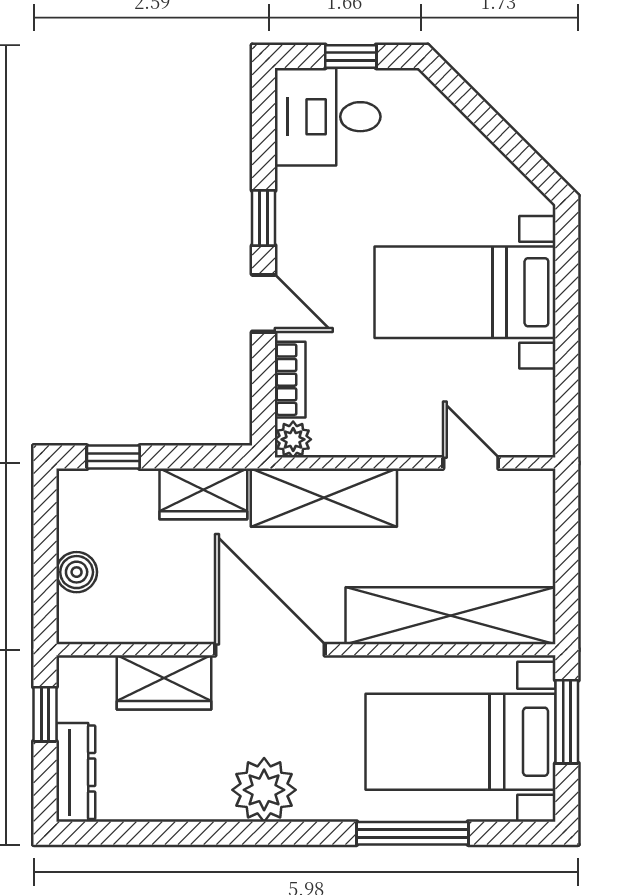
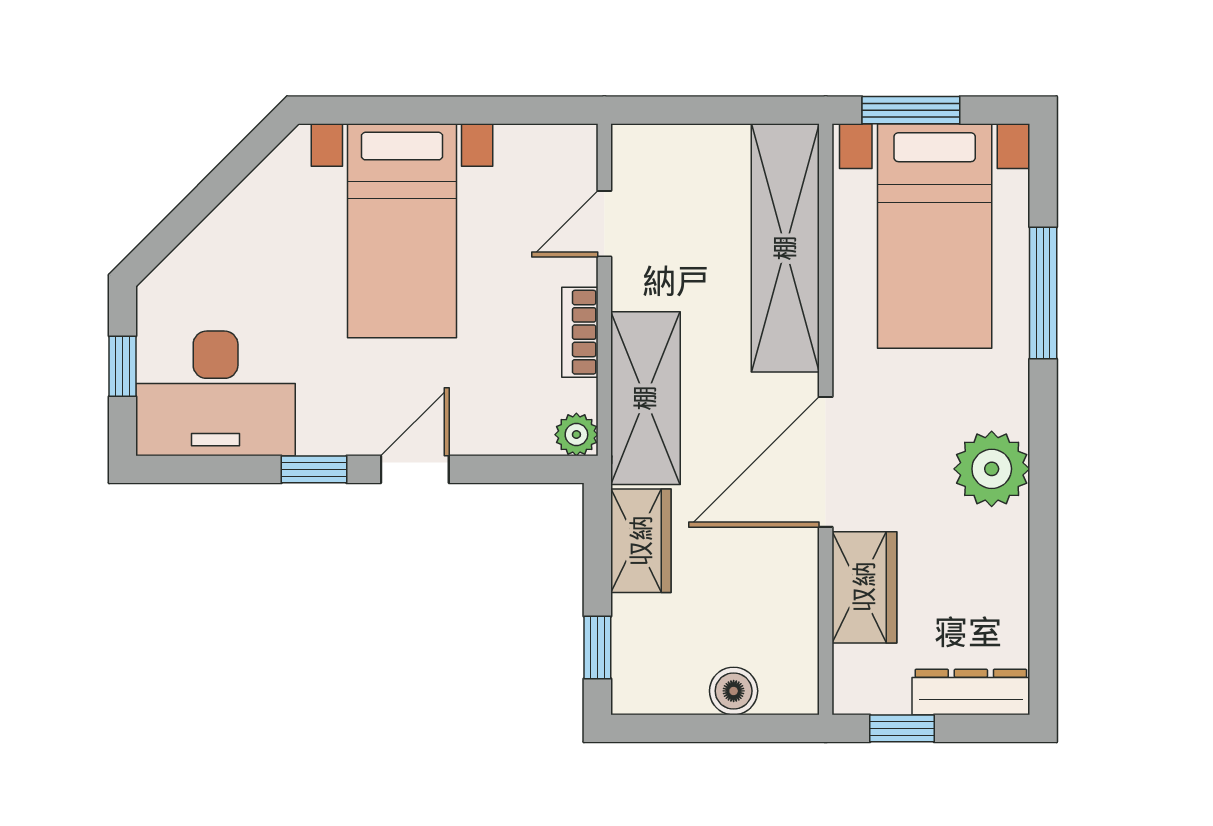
desk: (328, 117) -> (216, 393), width x1.37
bookcase: (290, 380) -> (580, 332), moved, turned -90

